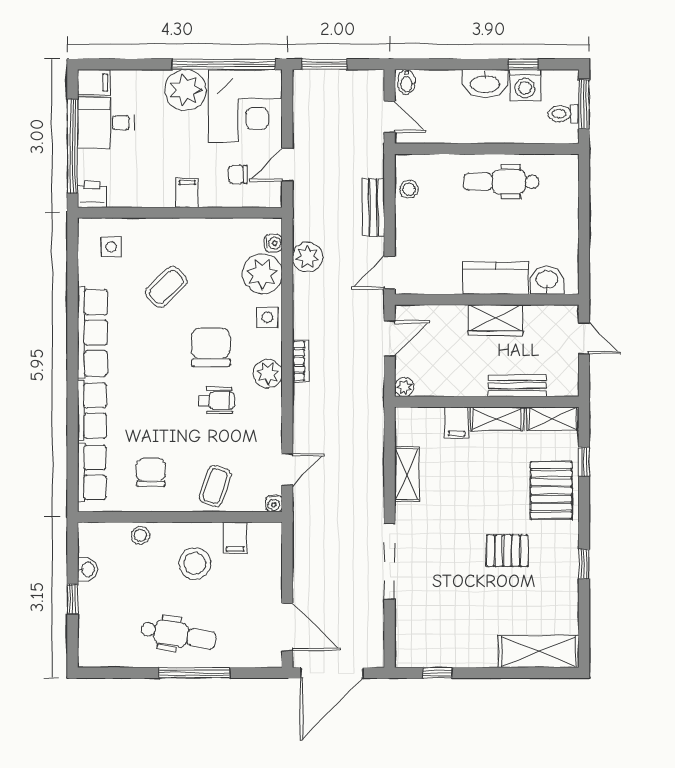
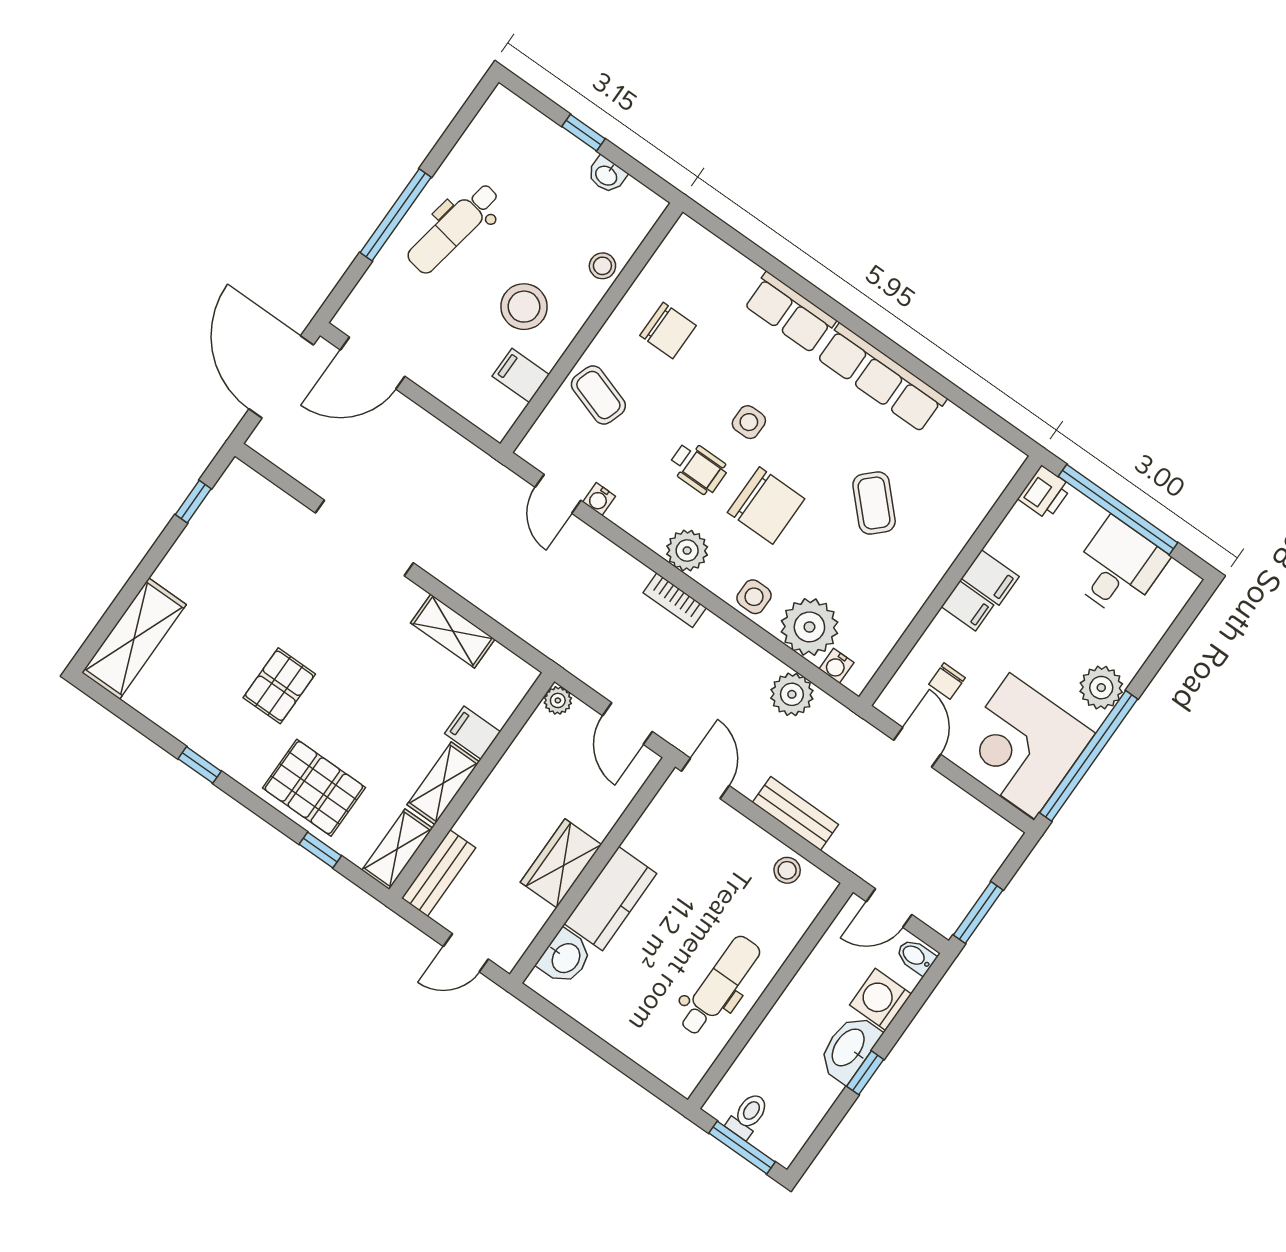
window: (324, 64) -> (978, 913), moved
window: (523, 64) -> (865, 1073), moved
filing cabinet: (94, 83) -> (990, 577), moved, turned -90
washing machine: (525, 85) -> (881, 999), moved
plant: (186, 90) -> (1101, 688), width x0.73, depth x0.73
chair: (238, 174) -> (947, 681), turned 180
side table: (111, 247) -> (749, 422), moved
bench: (517, 386) -> (439, 873), moved
wheelchair: (217, 401) -> (698, 468), turned -90
row of seats: (92, 472) -> (717, 261), removed
water cooler: (274, 503) -> (599, 499), moved, turned -90

